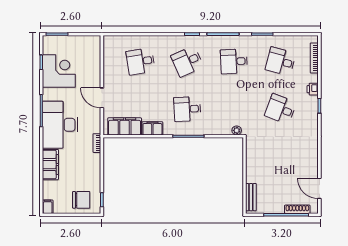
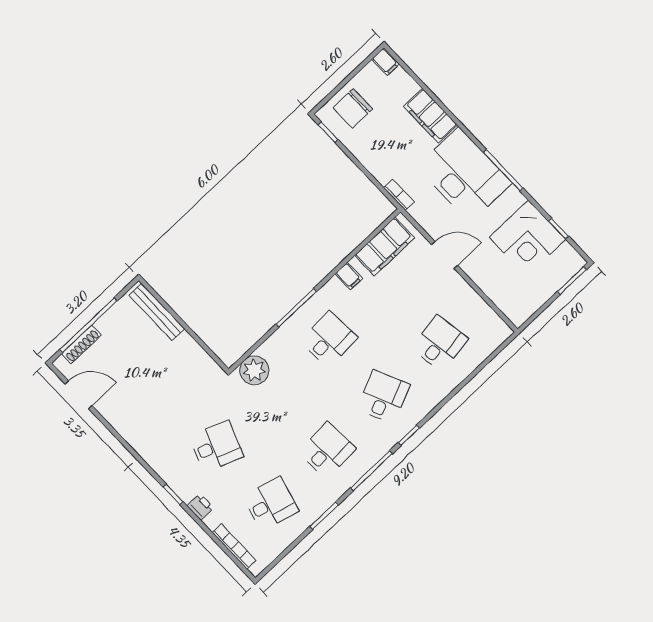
filing cabinet: (152, 128) -> (349, 276), width x0.50
plant: (237, 130) -> (254, 370), width x1.88, depth x1.88
bench: (251, 197) -> (157, 312), width x1.36

